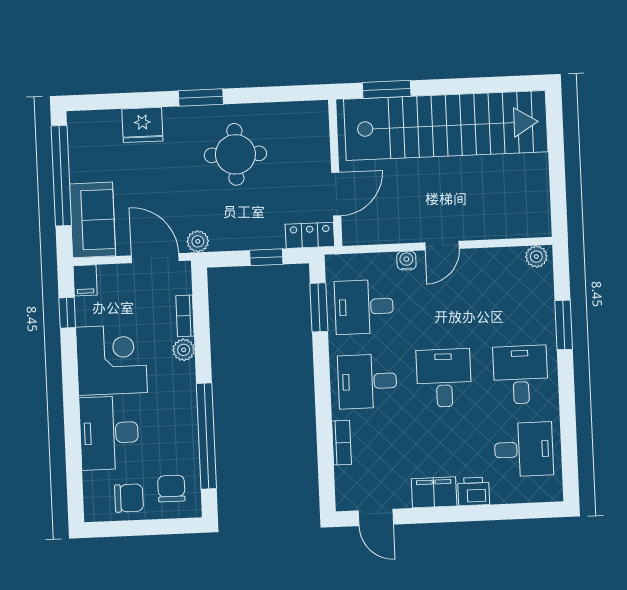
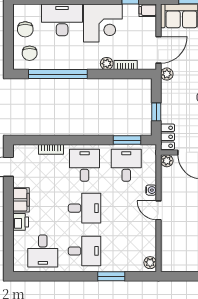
plant: (353, 235) -> (167, 161), added
chair: (171, 488) -> (30, 53), turned 90

